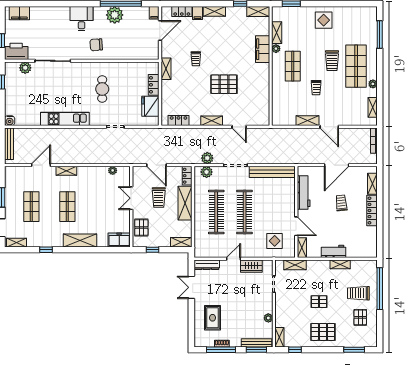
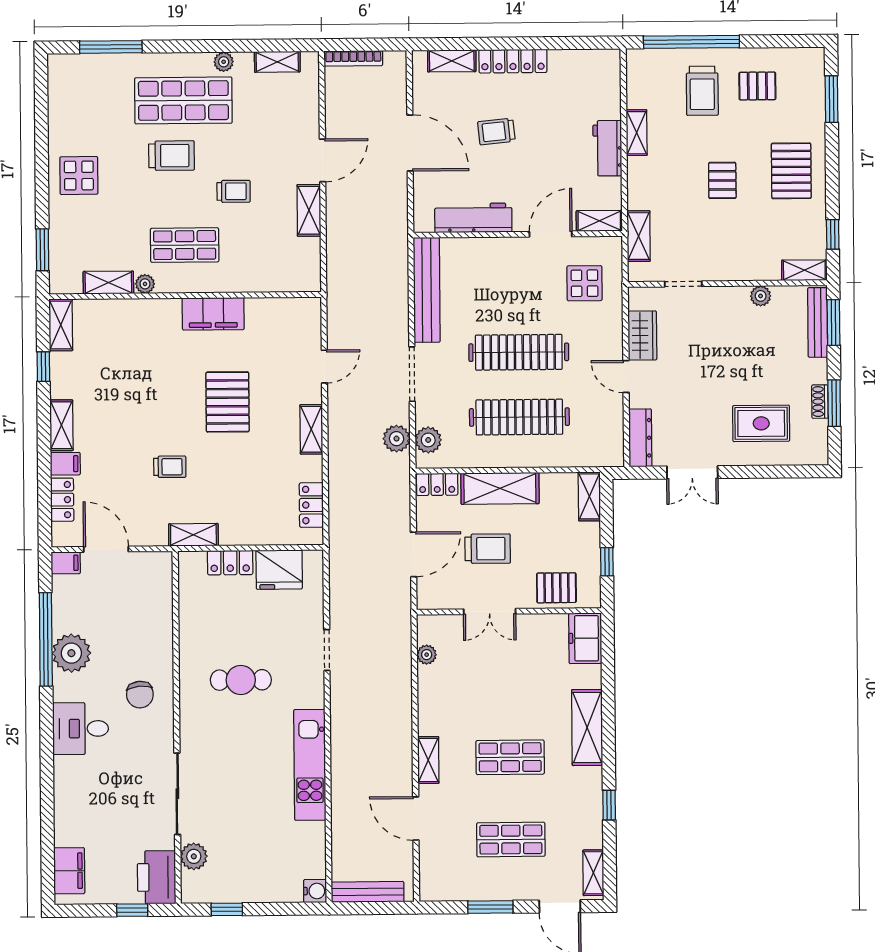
filing cabinet: (263, 49) -> (213, 314), moved
window: (221, 350) -> (834, 403), width x0.69

